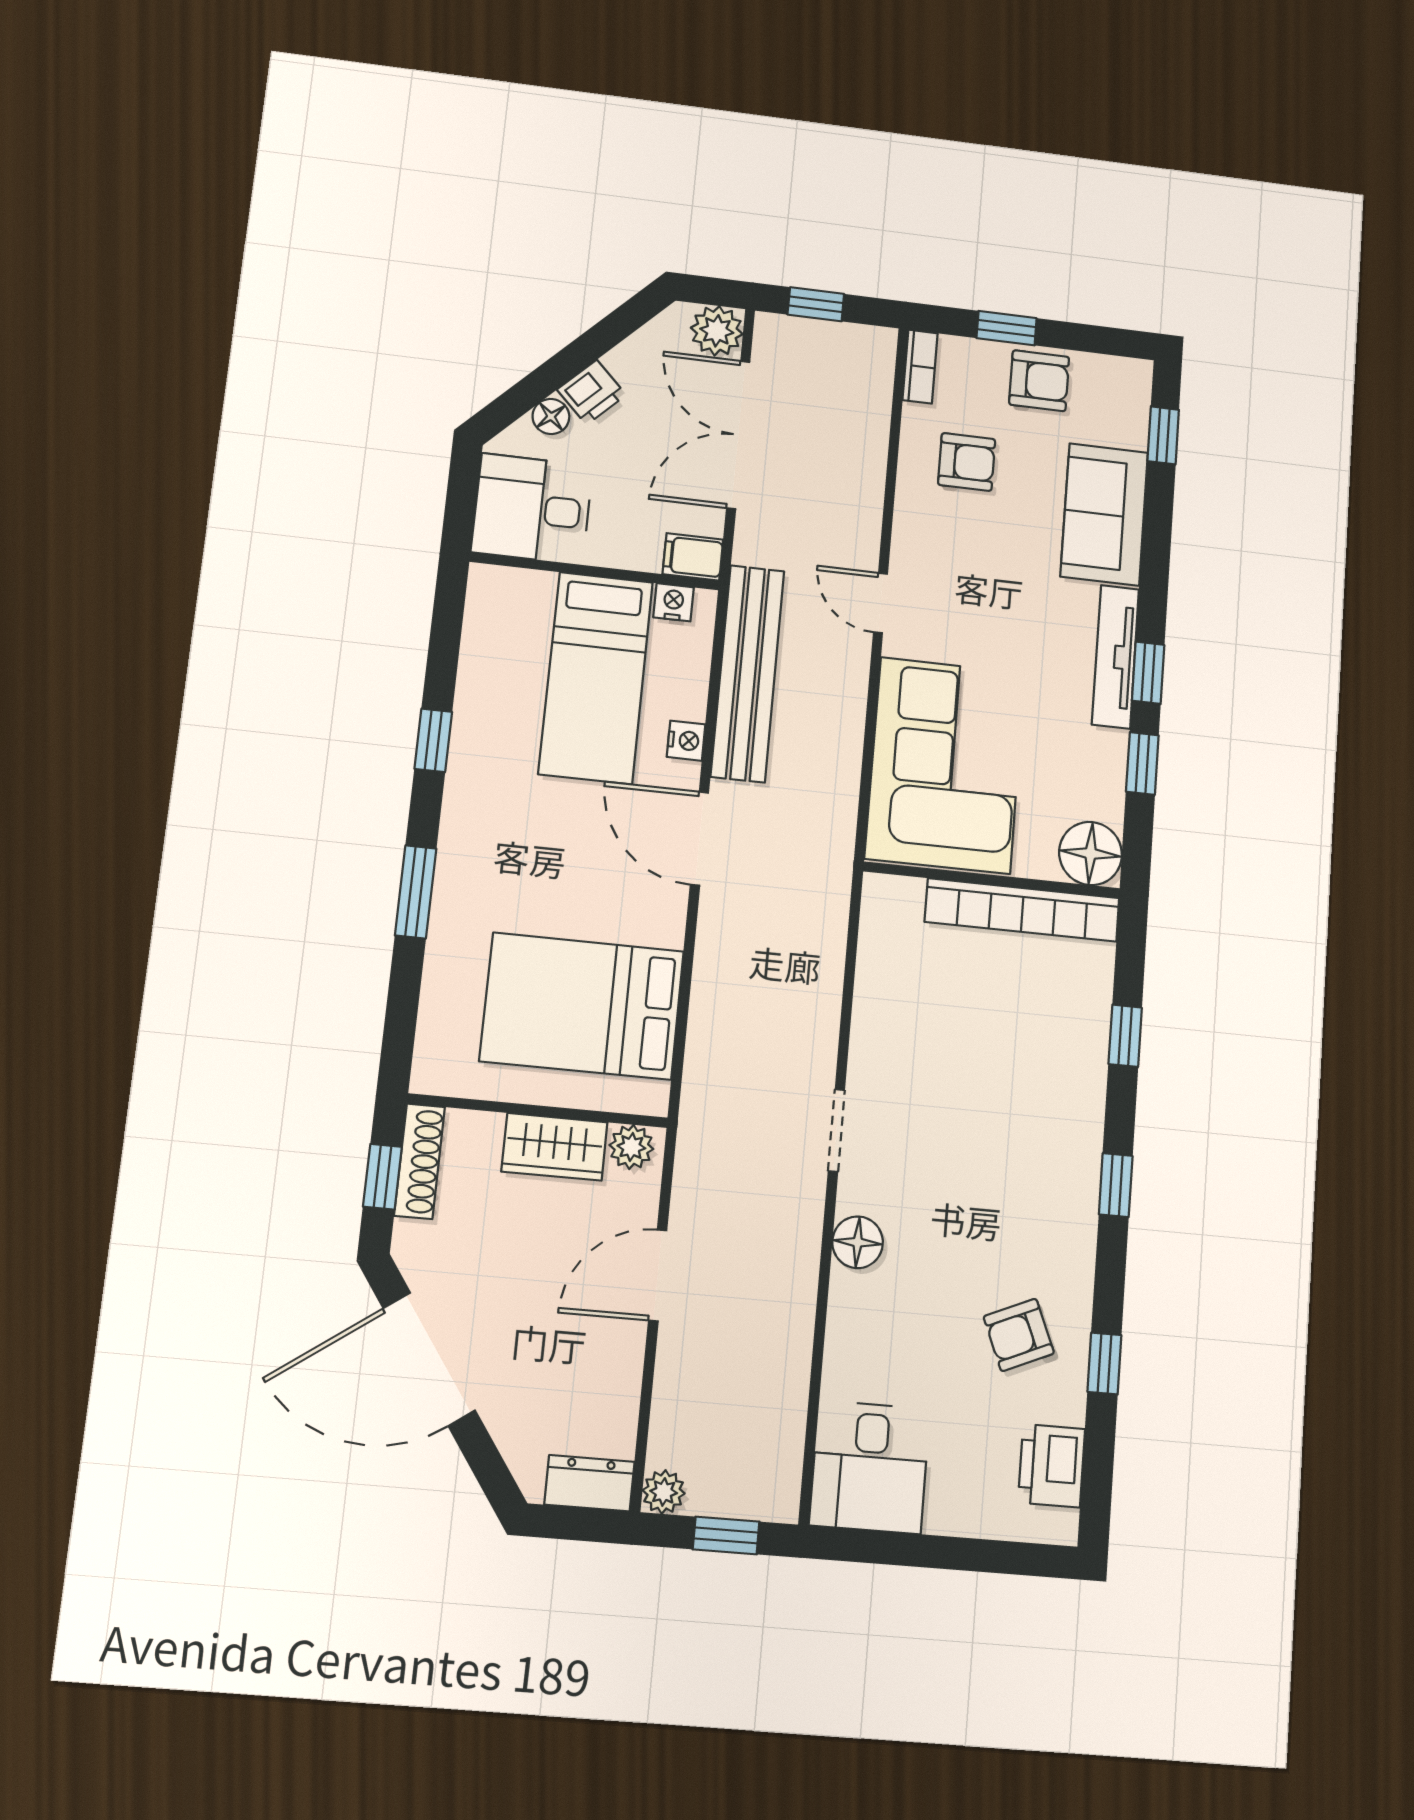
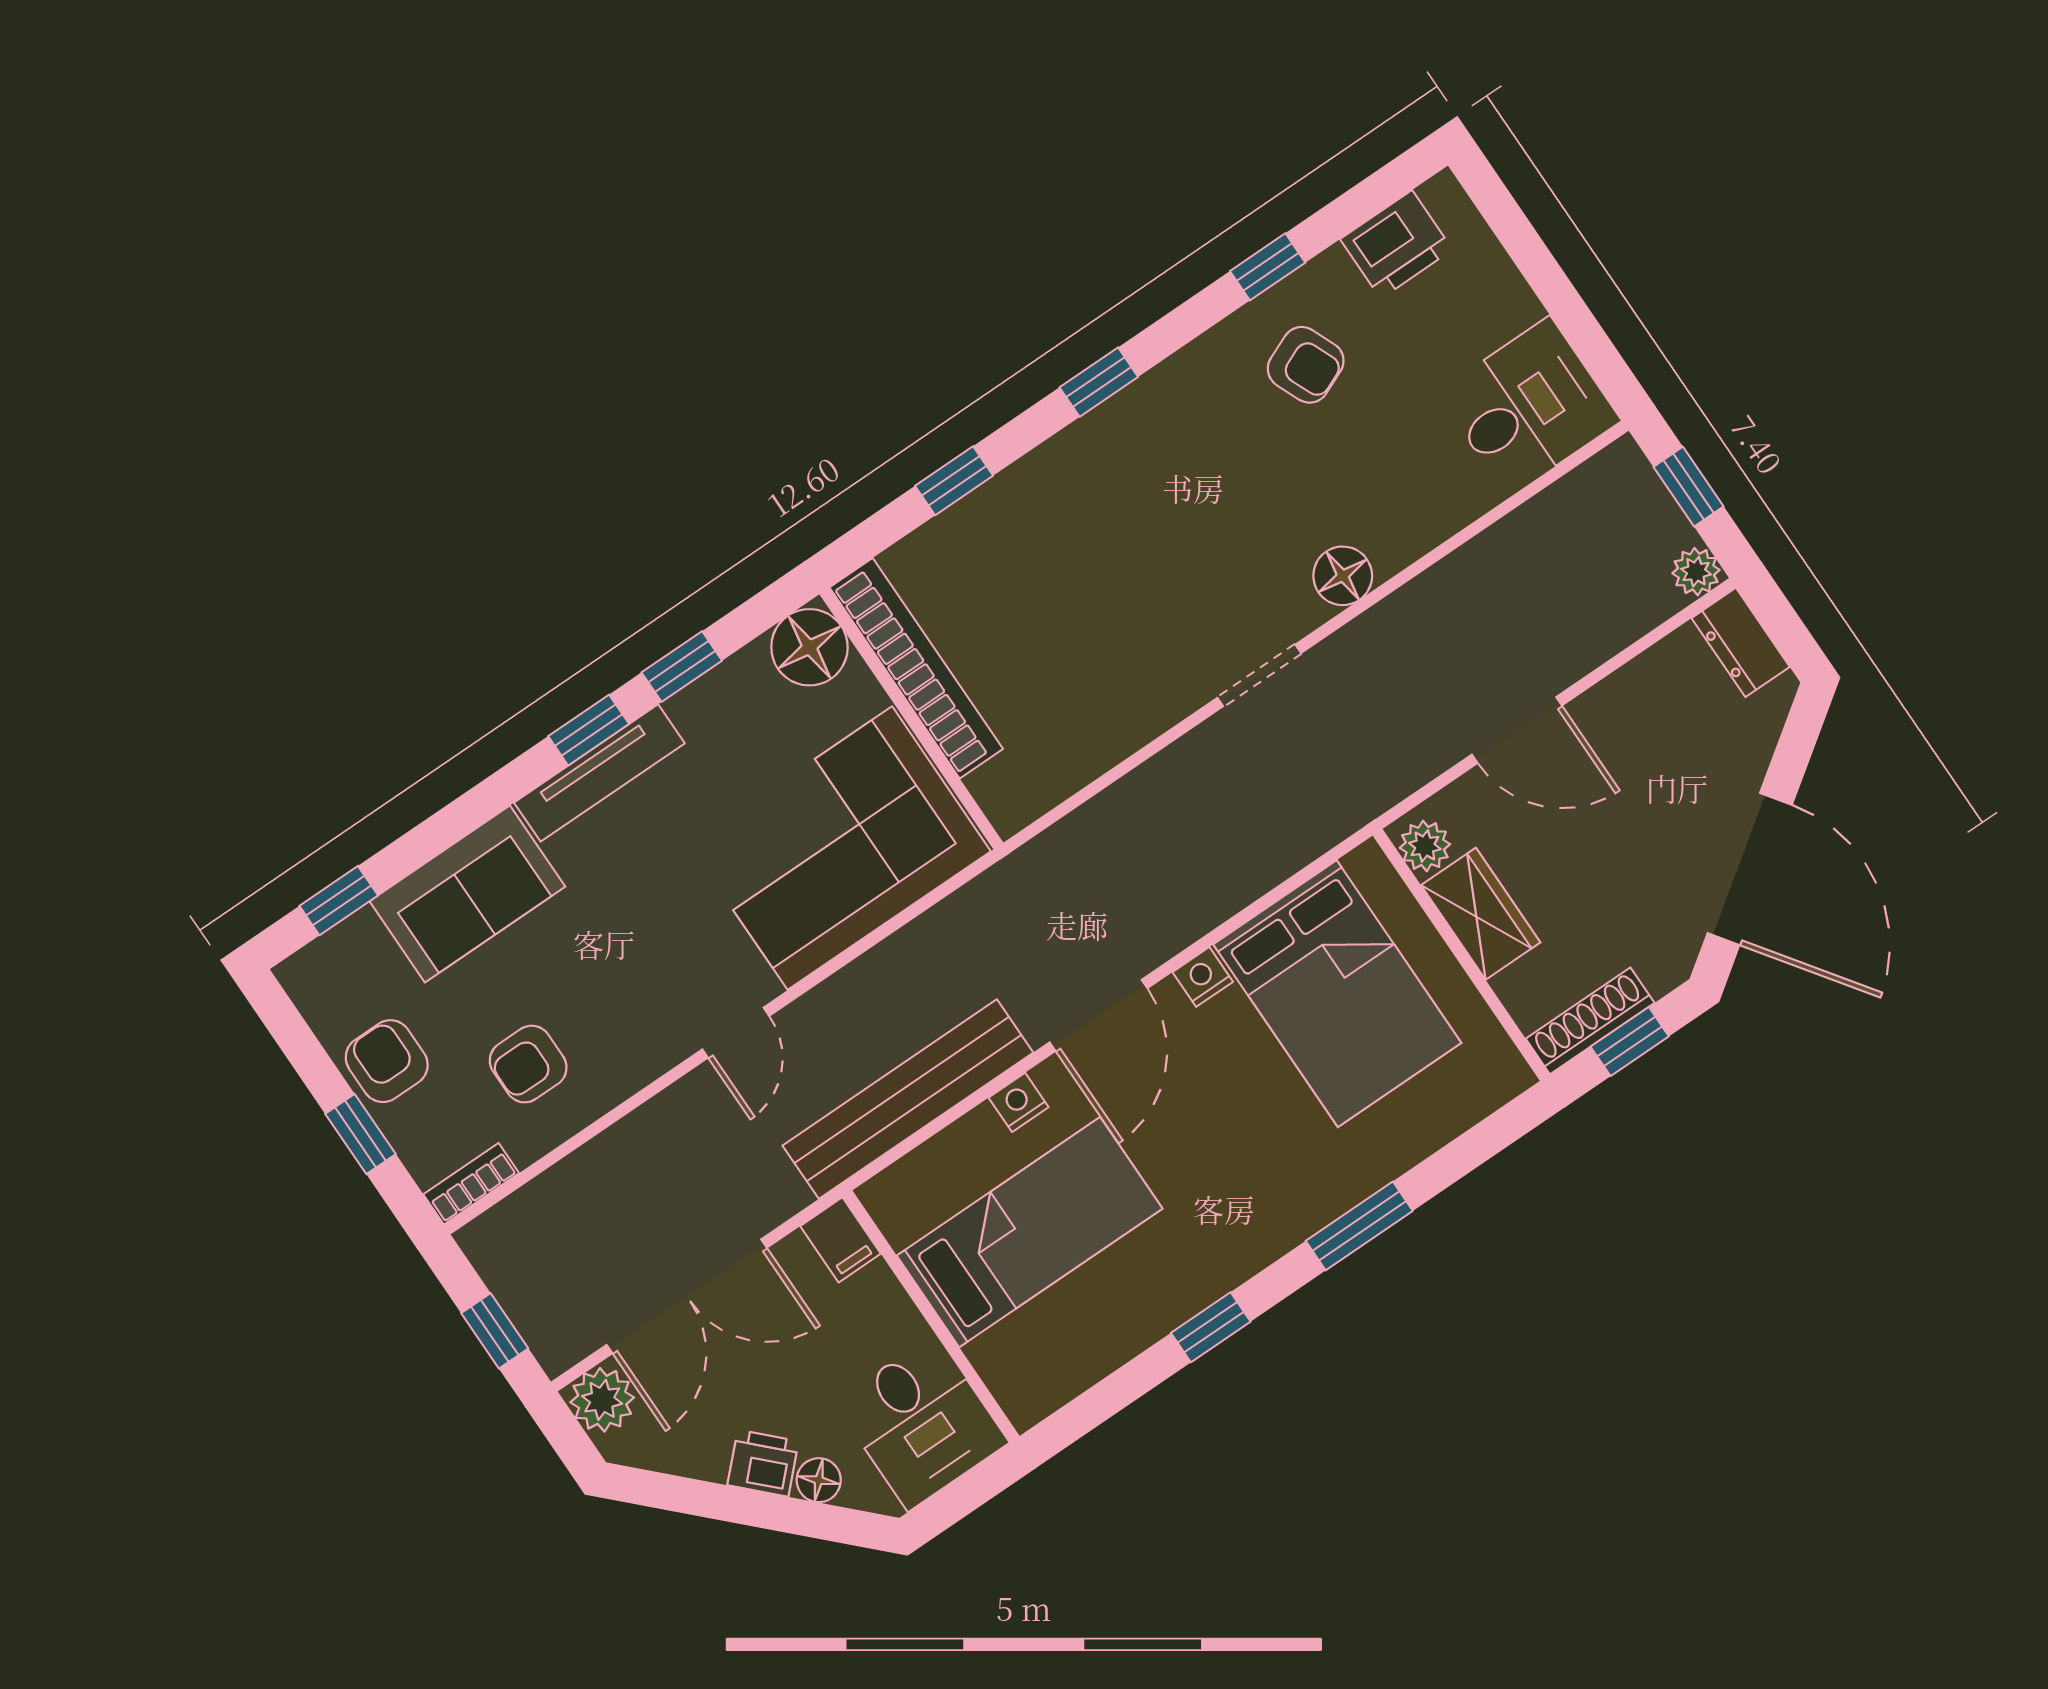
armchair: (967, 462) -> (528, 1064), turned -90
nightstand: (673, 602) -> (1203, 977), moved, turned 90

